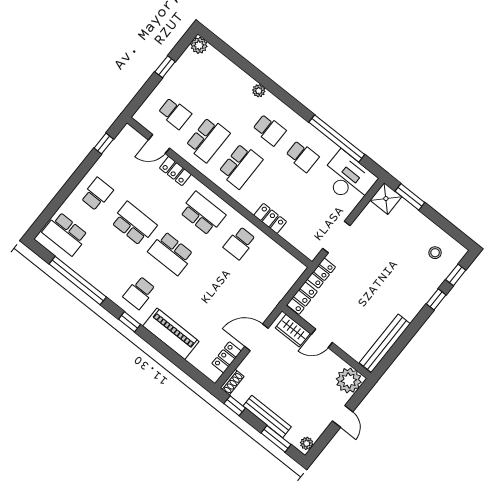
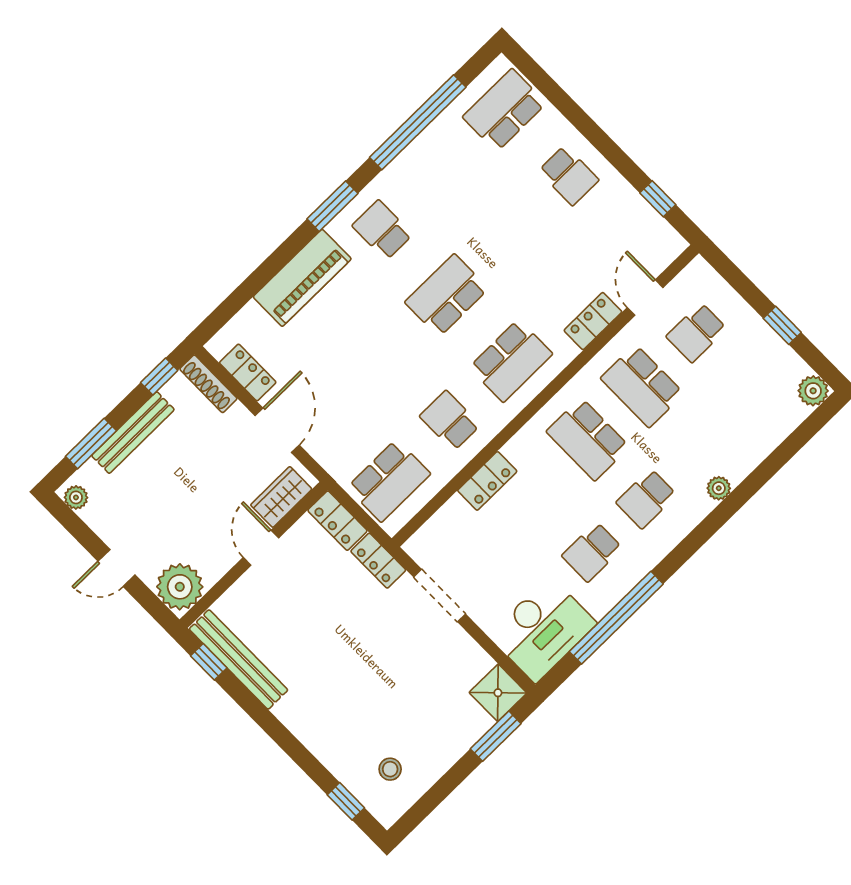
school desk: (134, 224) -> (389, 481), moved
window: (436, 299) -> (209, 662), moved
window: (129, 322) -> (332, 206), width x1.50
shoe rack: (232, 382) -> (208, 384), width x1.43

